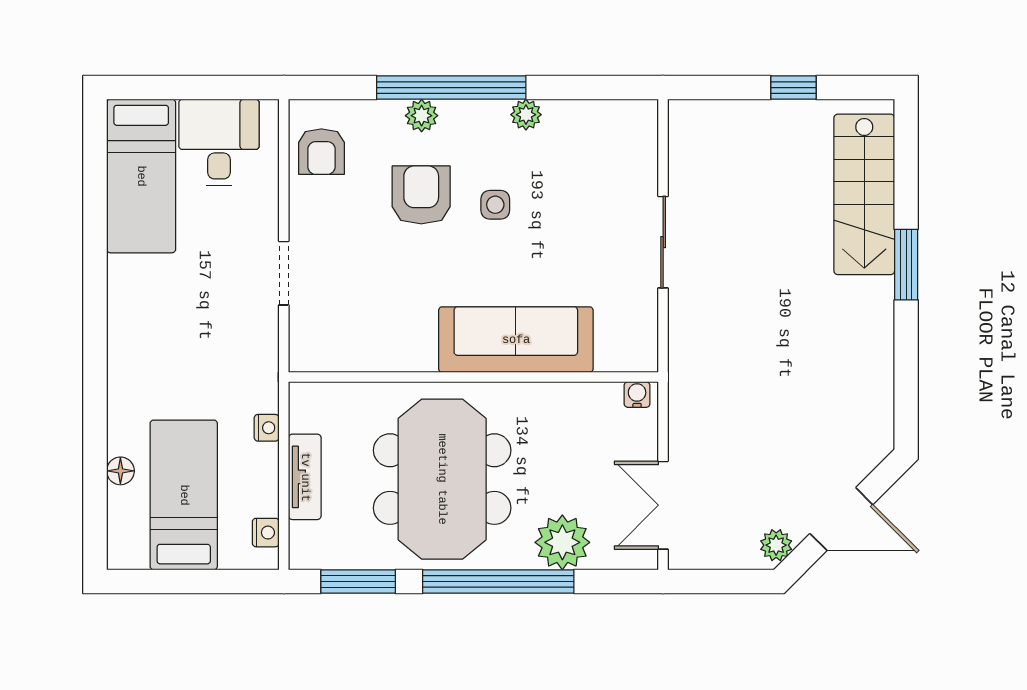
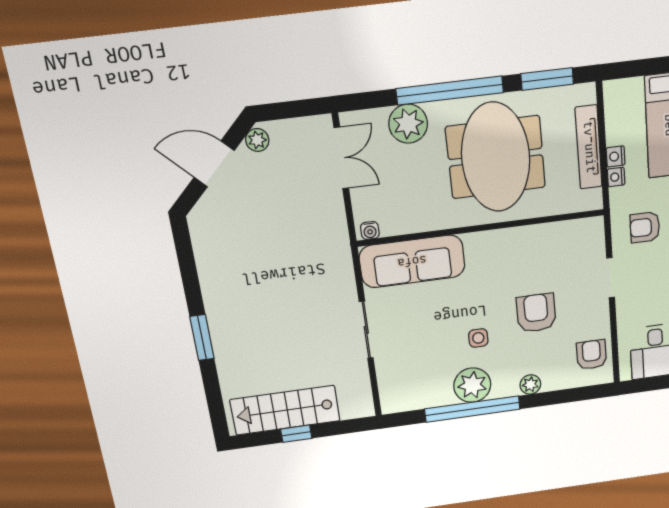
window: (451, 88) -> (472, 409), moved
plant: (526, 115) -> (472, 385), width x1.88, depth x1.88
stairs: (864, 194) -> (285, 410), moved, turned -90
armchair: (421, 195) -> (536, 313), moved, turned 180
sofa: (516, 340) -> (412, 261), moved
armchair: (227, 346) -> (645, 227), added
tv unit: (305, 477) -> (589, 147), width x1.41
nightstand: (266, 533) -> (616, 156), moved

